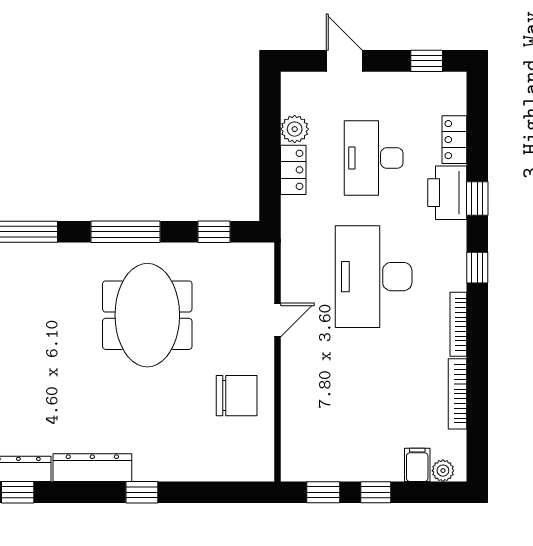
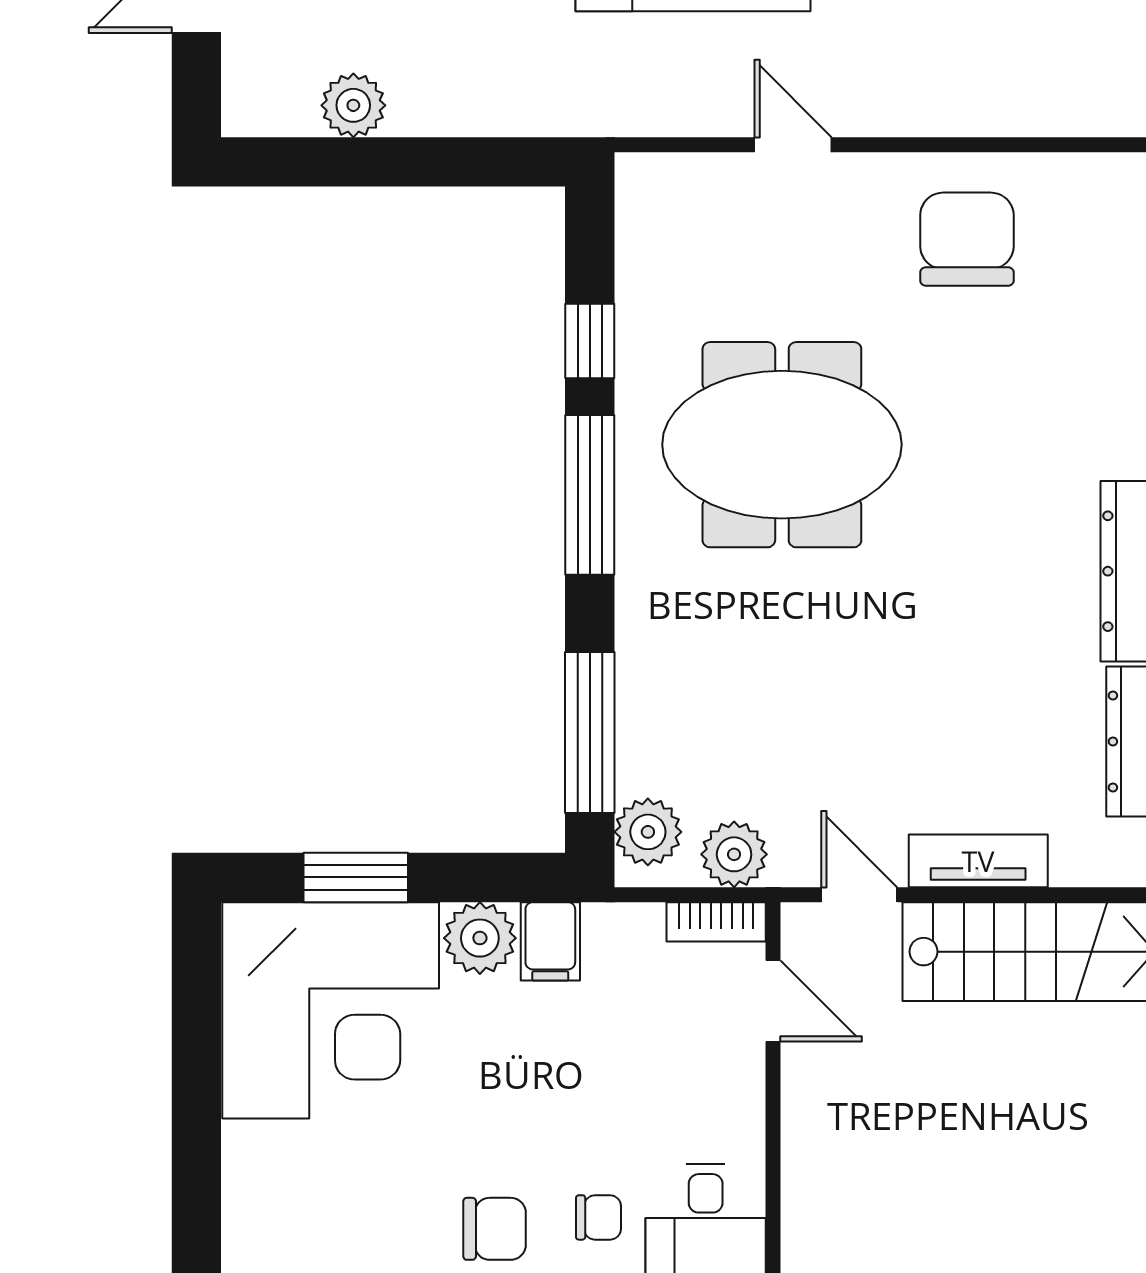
locker: (293, 170) -> (447, 109), removed
window: (214, 232) -> (590, 341), moved

